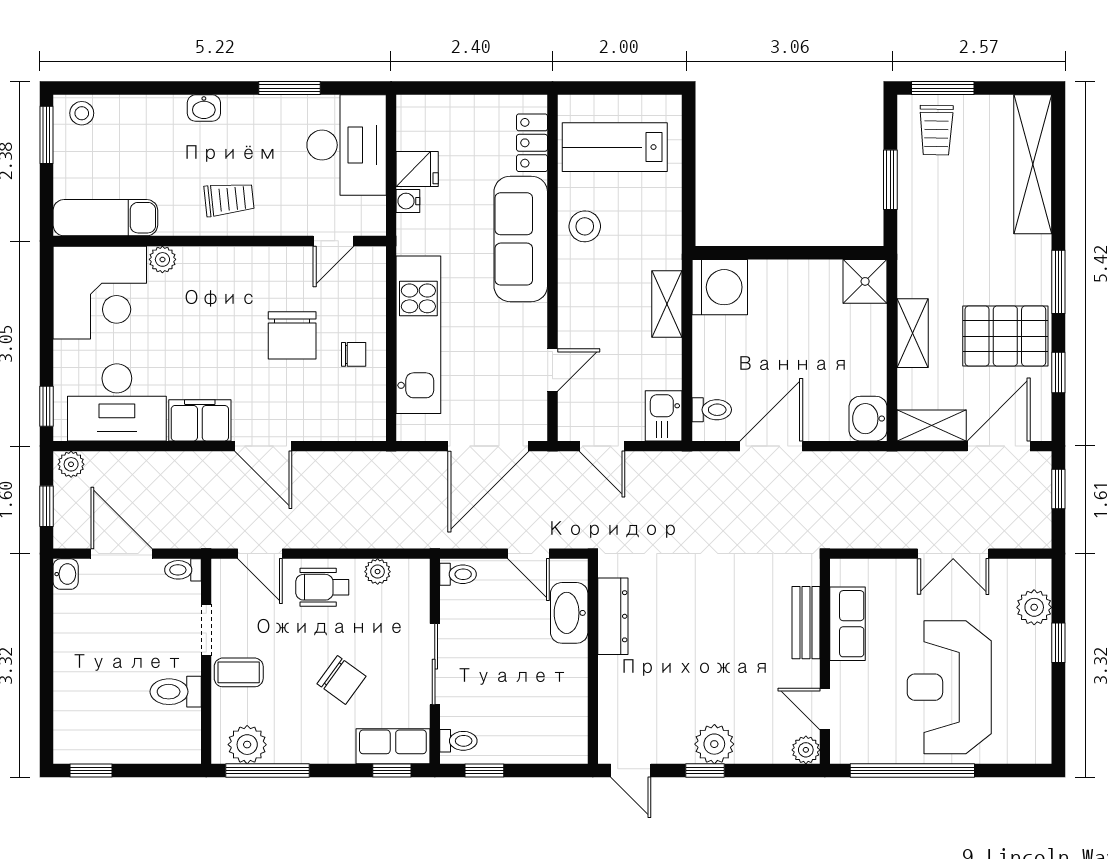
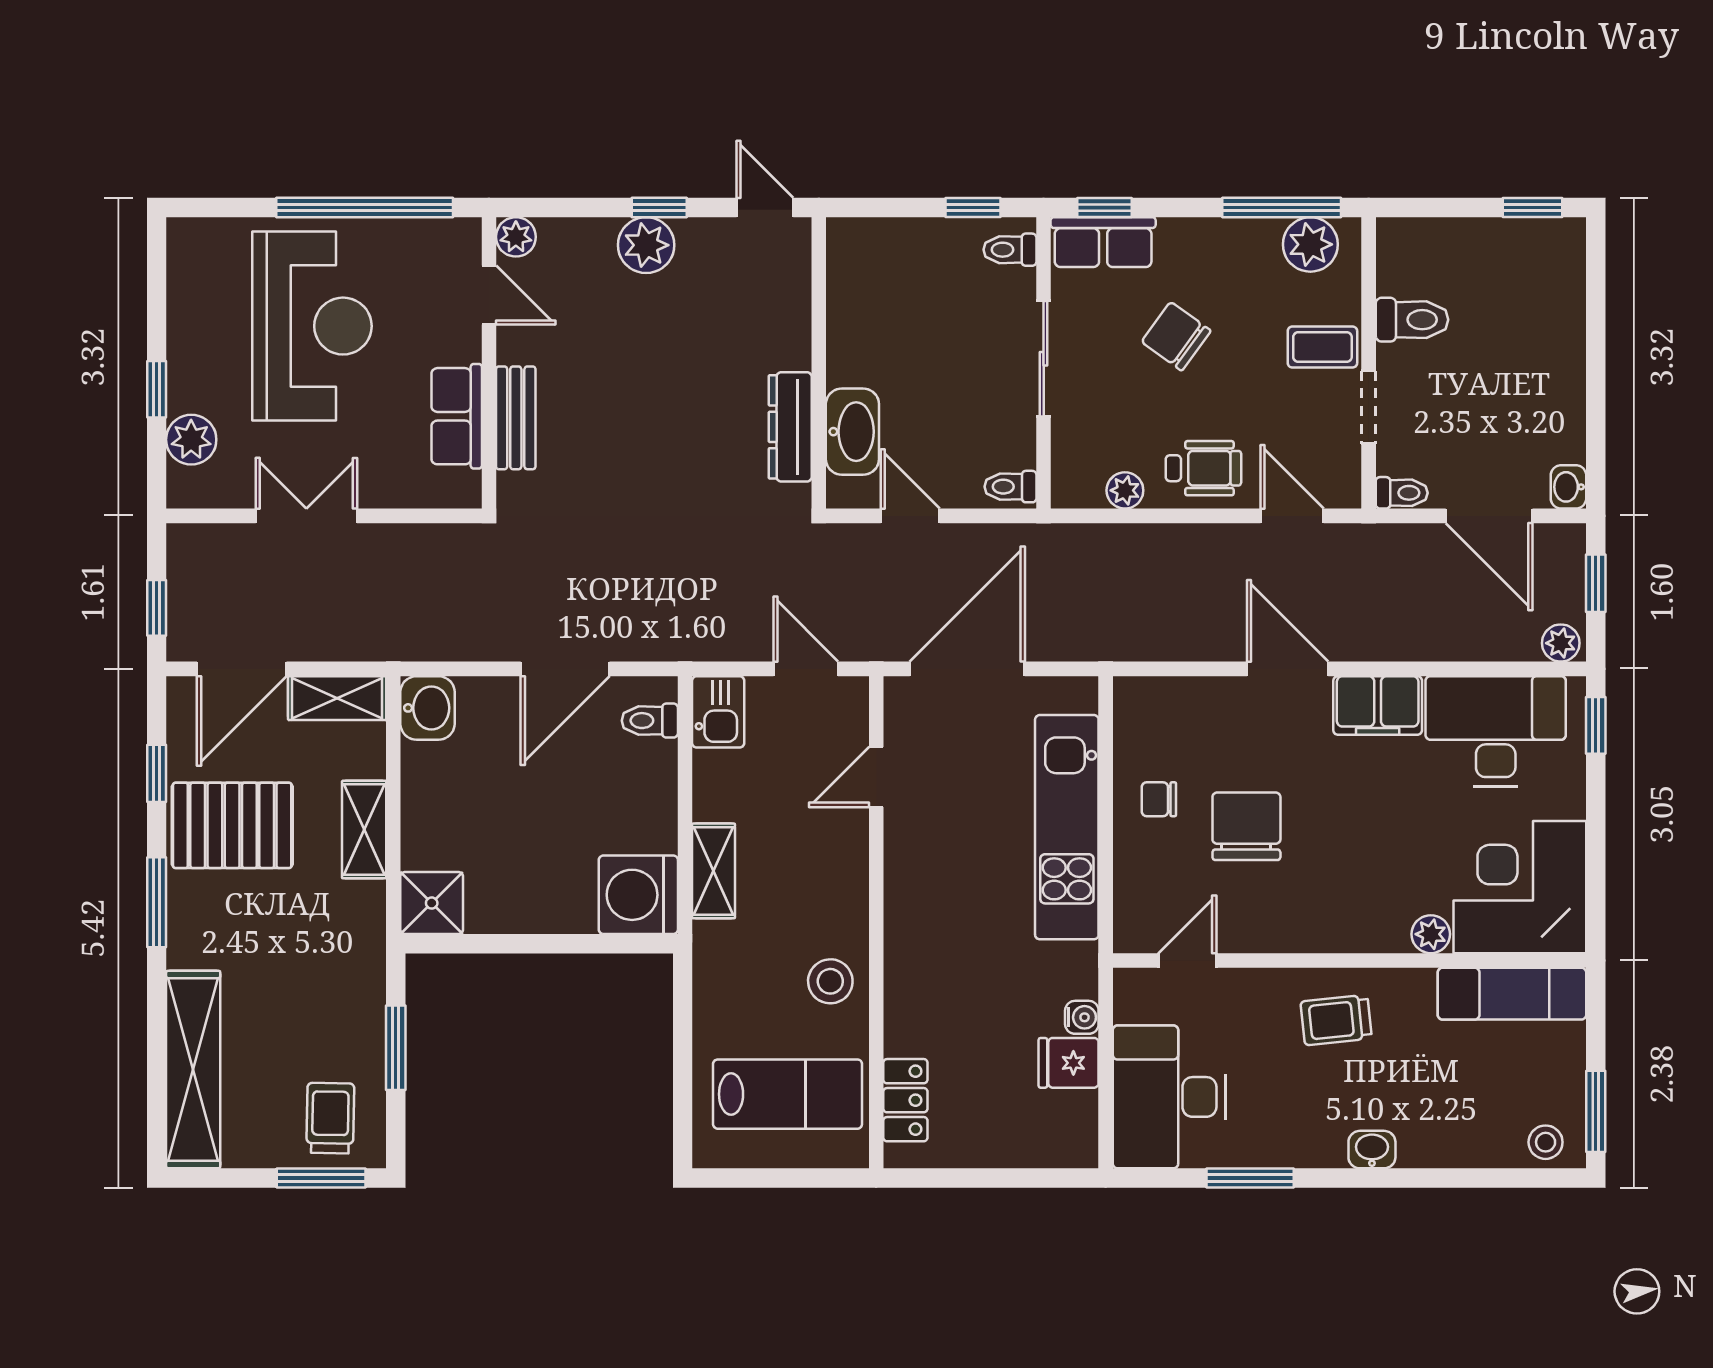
sofa: (521, 239) -> (921, 963), removed

